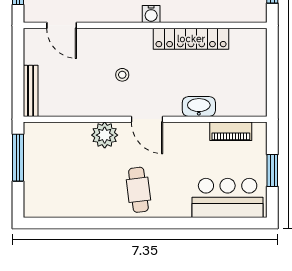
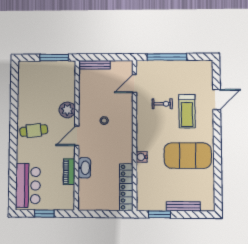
water cooler: (151, 14) -> (142, 157), moved
locker: (191, 39) -> (126, 187), moved
piano: (231, 131) -> (69, 172), moved

